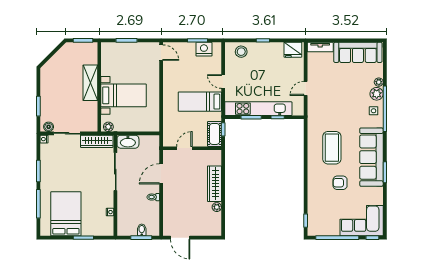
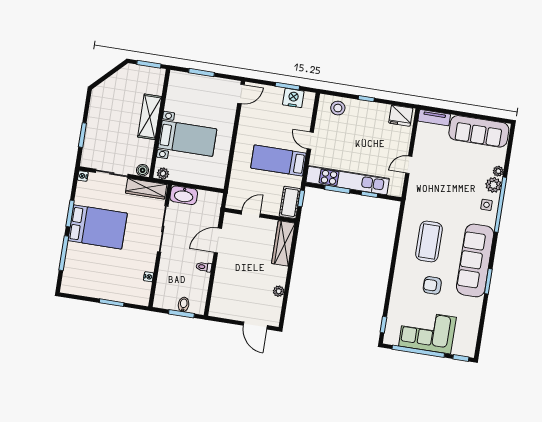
door: (161, 53) -> (241, 94), hinge flipped
boiler: (49, 127) -> (143, 170), moved
wardrobe: (214, 184) -> (283, 243), moved
bed: (66, 214) -> (98, 227), moved, turned 90
corner sofa: (362, 221) -> (427, 332), moved
door: (180, 238) -> (255, 325), moved

